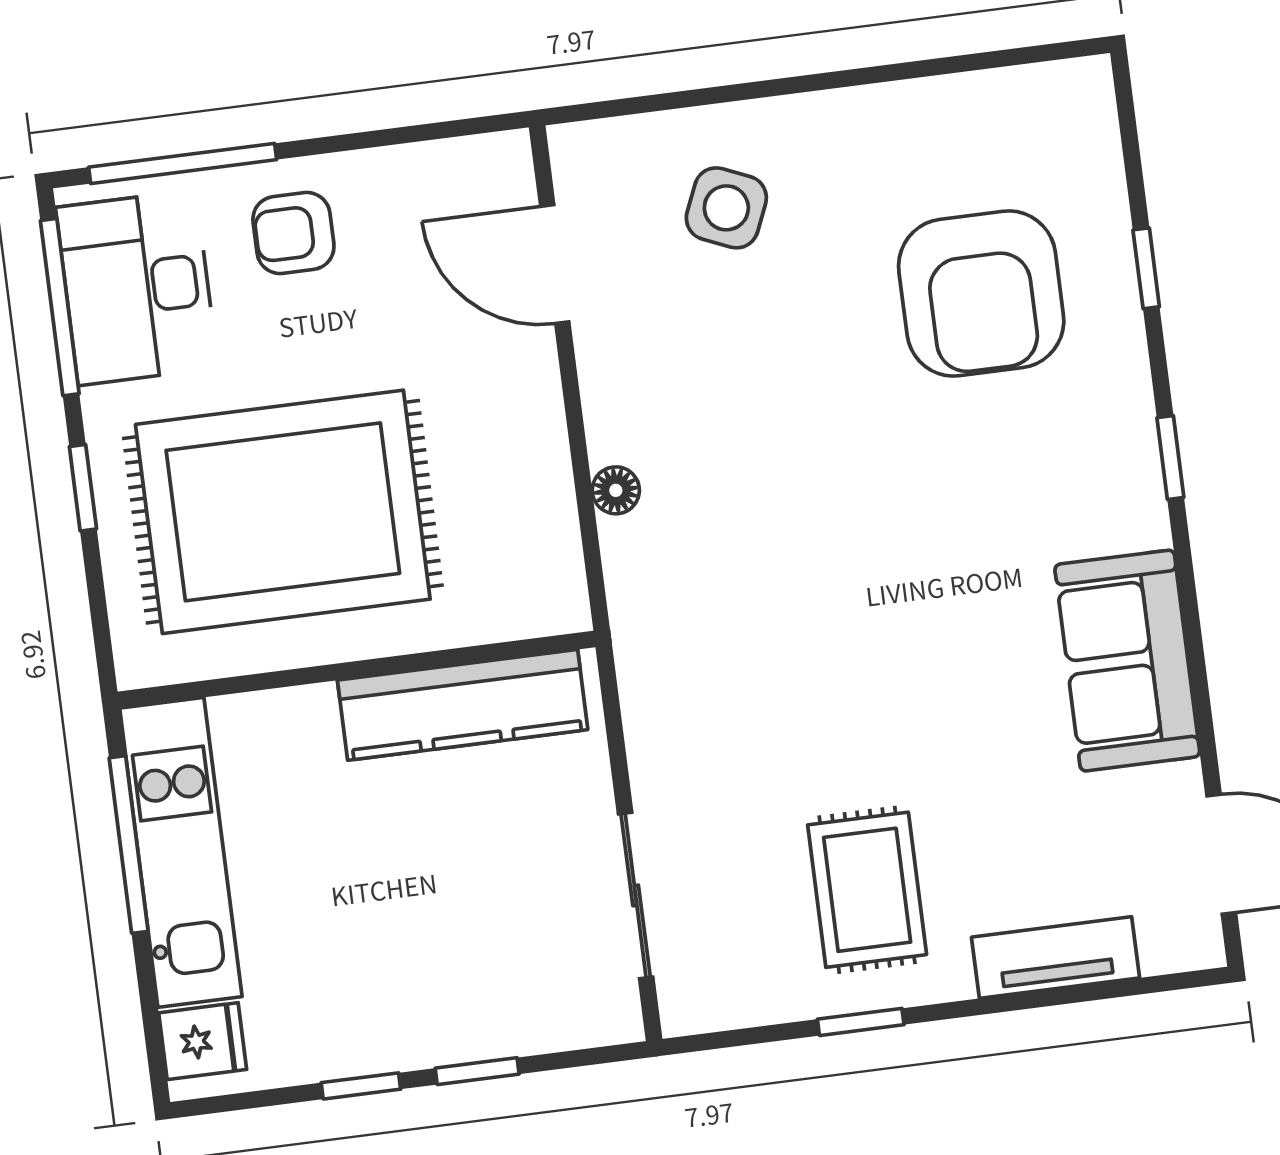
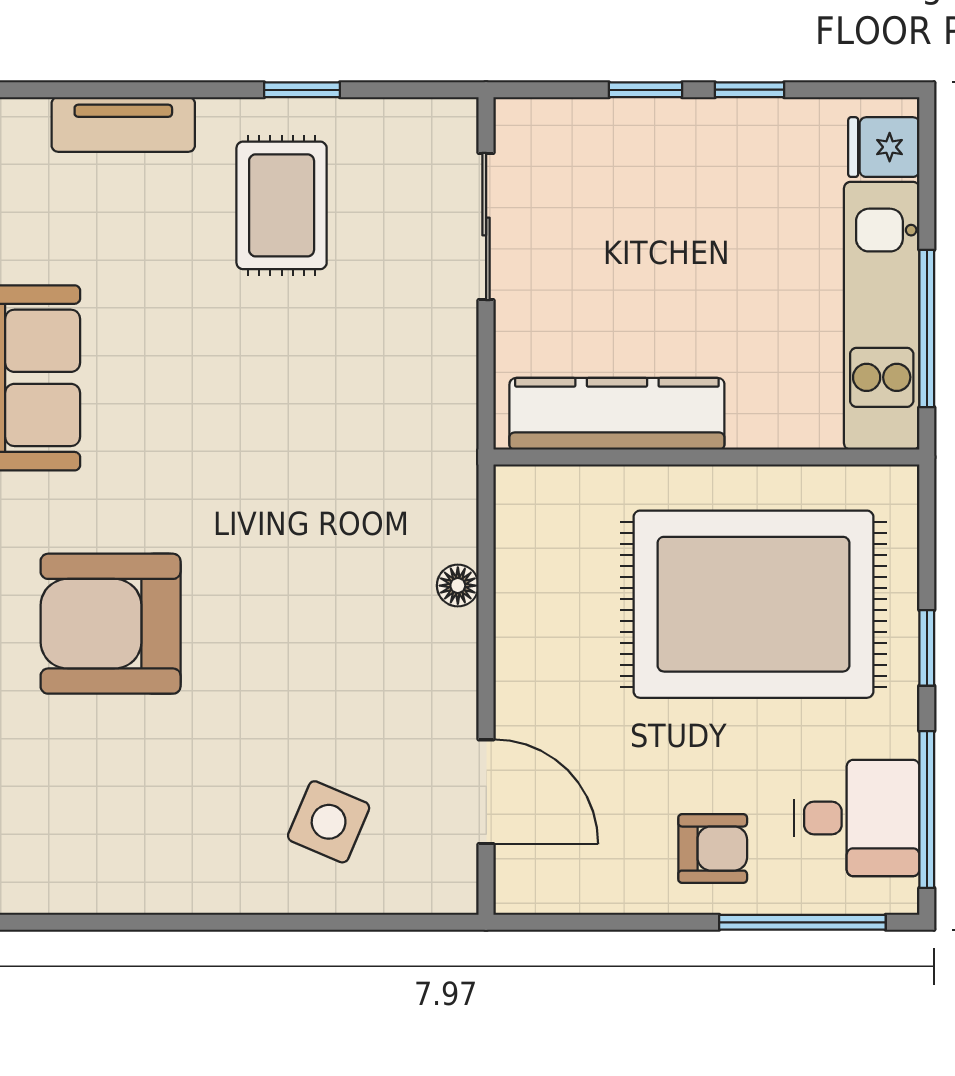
desk: (137, 288) -> (857, 818), width x0.73
armchair: (981, 293) -> (111, 624), moved, turned -90

